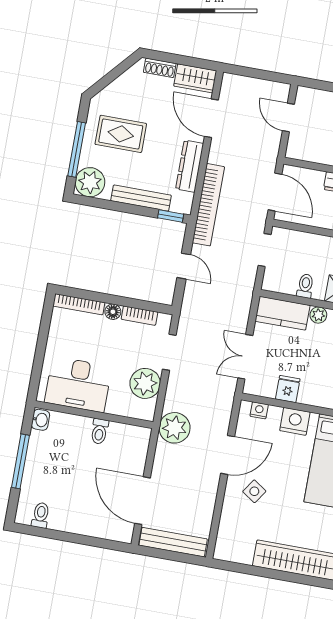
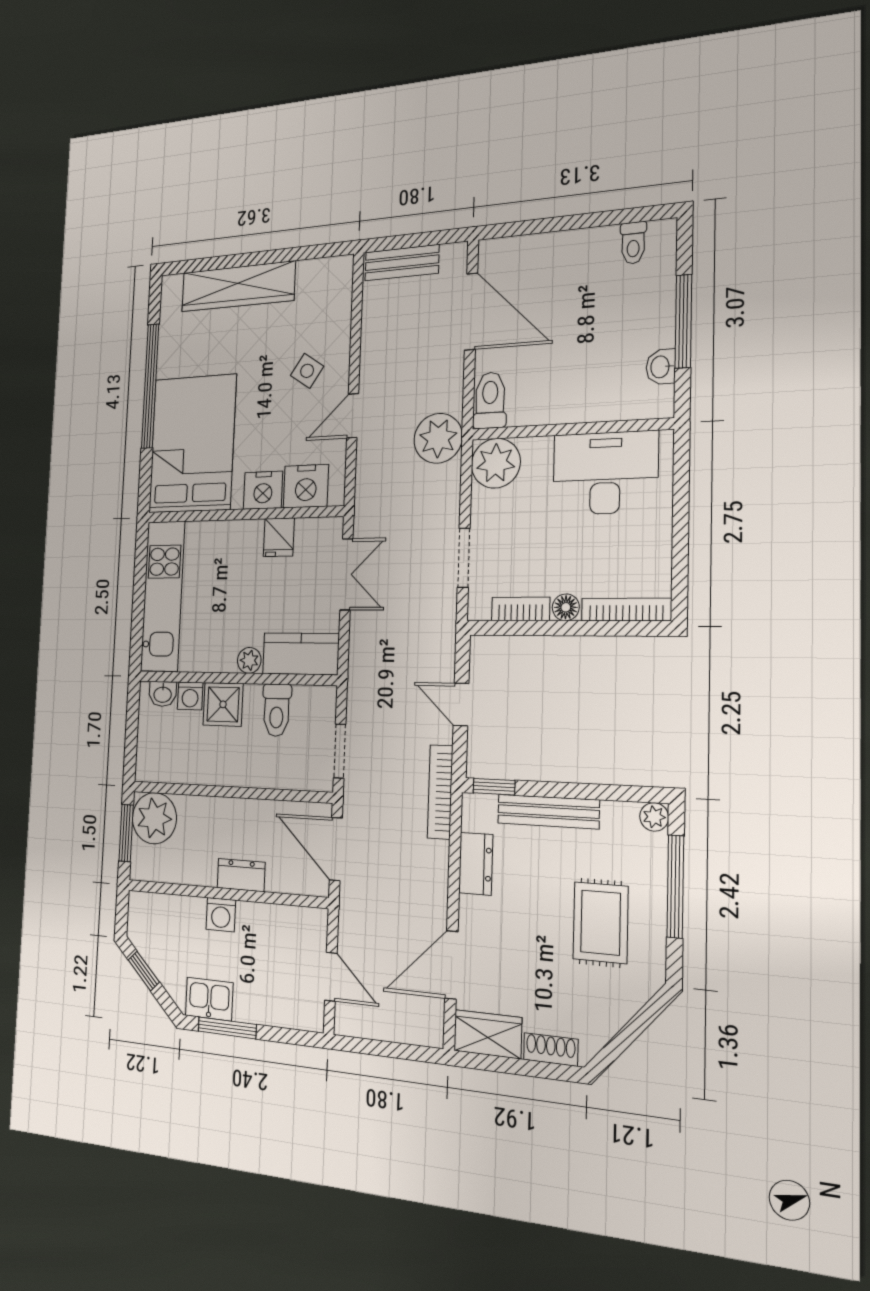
door: (211, 118) -> (451, 965), swing flipped
rug: (121, 134) -> (601, 923), turned 90
dresser: (190, 166) -> (476, 864), width x0.70
plant: (90, 182) -> (654, 817), width x0.53, depth x0.53
bookcase: (208, 205) -> (440, 792), width x0.68, depth x0.76
toilet: (305, 286) -> (277, 710), width x1.37, depth x1.39
plant: (145, 383) -> (496, 463), moved
nightstand: (259, 410) -> (306, 486), width x1.89, depth x1.79
washbasin: (40, 420) -> (661, 367), moved
toilet: (99, 431) -> (490, 400), moved, width x1.37, depth x1.39
door: (228, 455) -> (353, 416), width x0.73
bench: (173, 542) -> (402, 263), width x0.73

